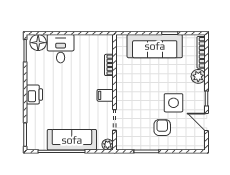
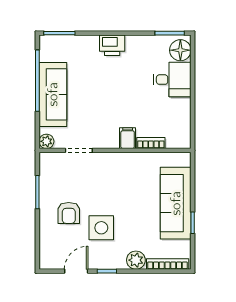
filing cabinet: (105, 95) -> (128, 138), moved
armchair: (162, 128) -> (69, 213), turned 90

